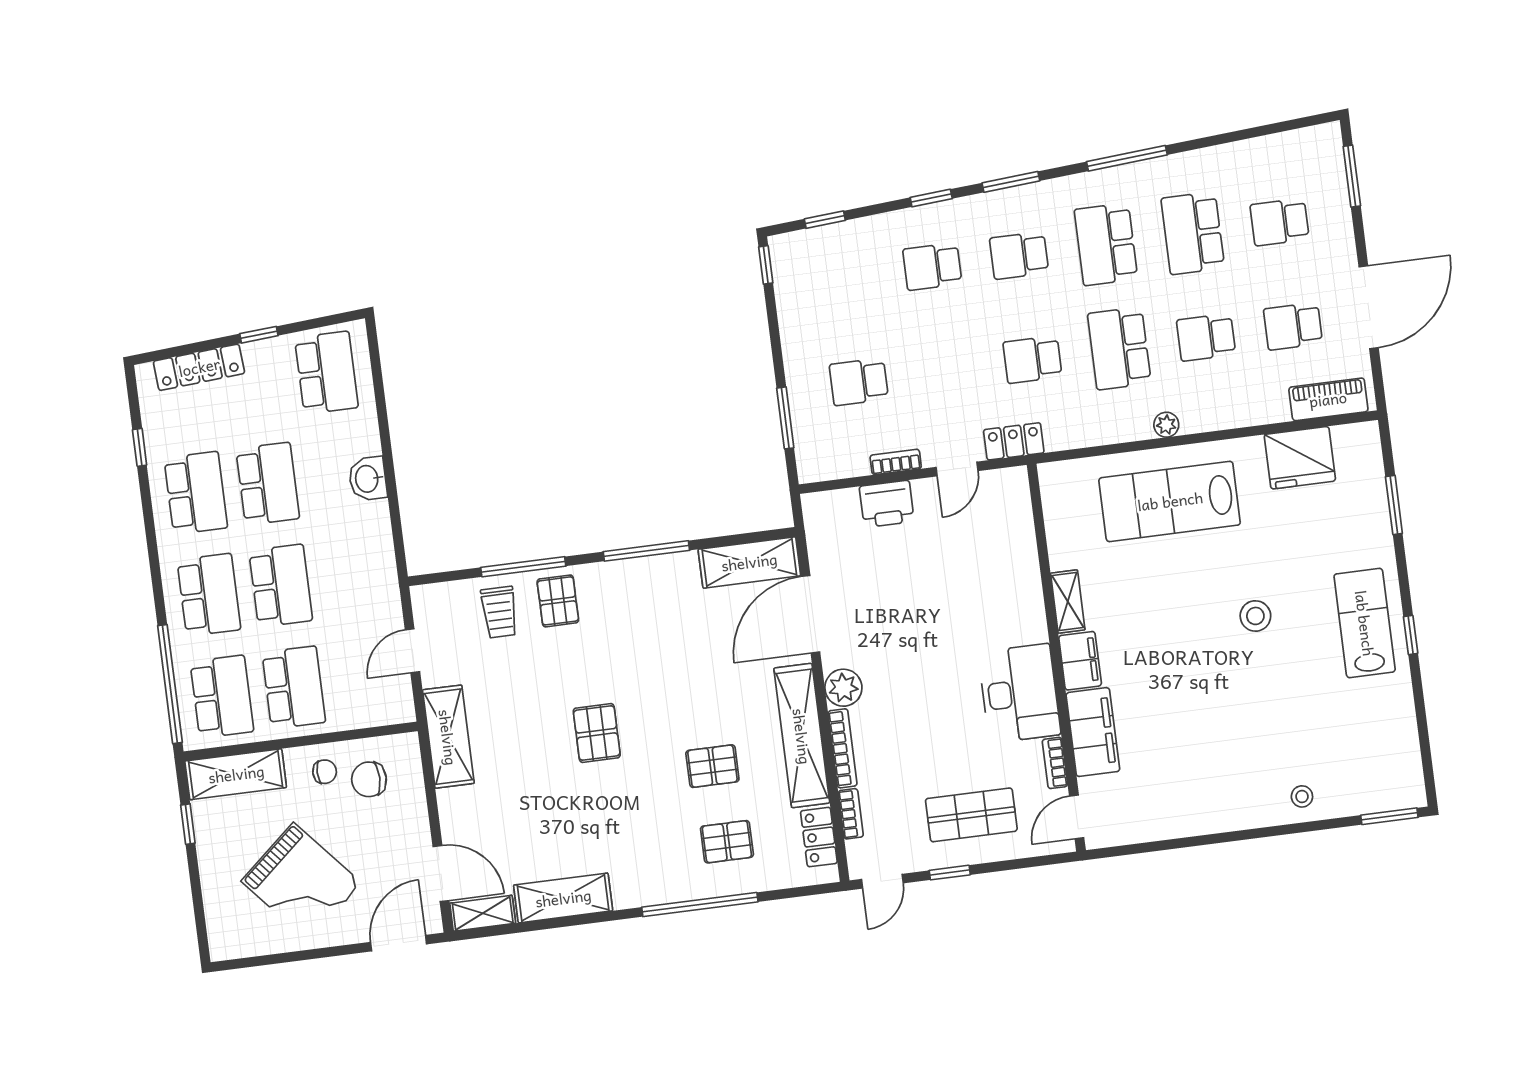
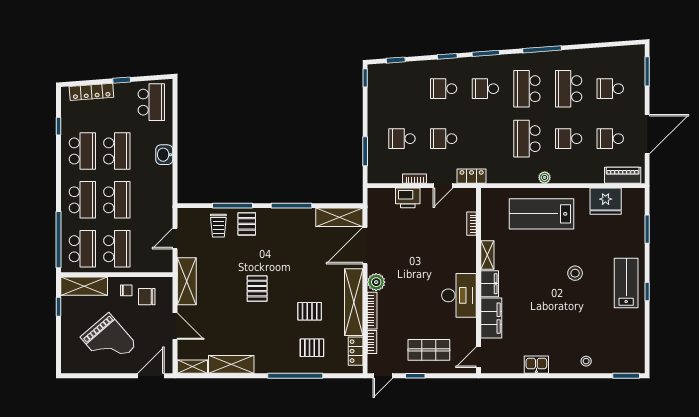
school desk: (1032, 360) -> (444, 139), moved
bookcase: (1055, 763) -> (472, 224), moved
kitchen sink: (1199, 817) -> (536, 365), added
door: (441, 874) -> (175, 326), moved

